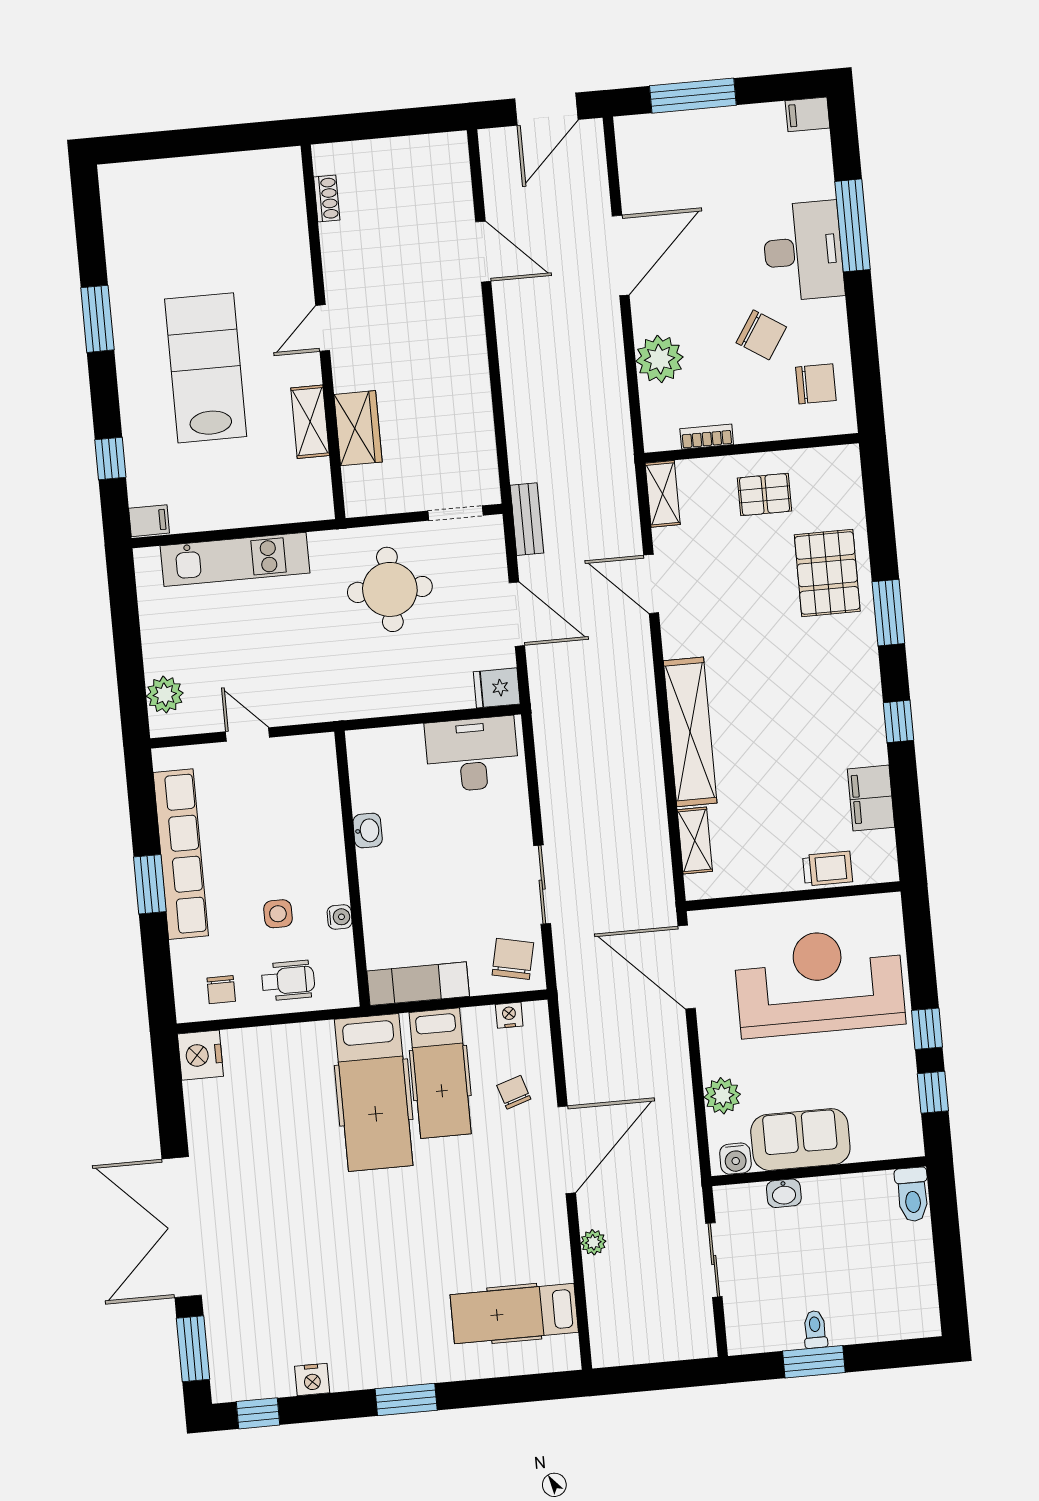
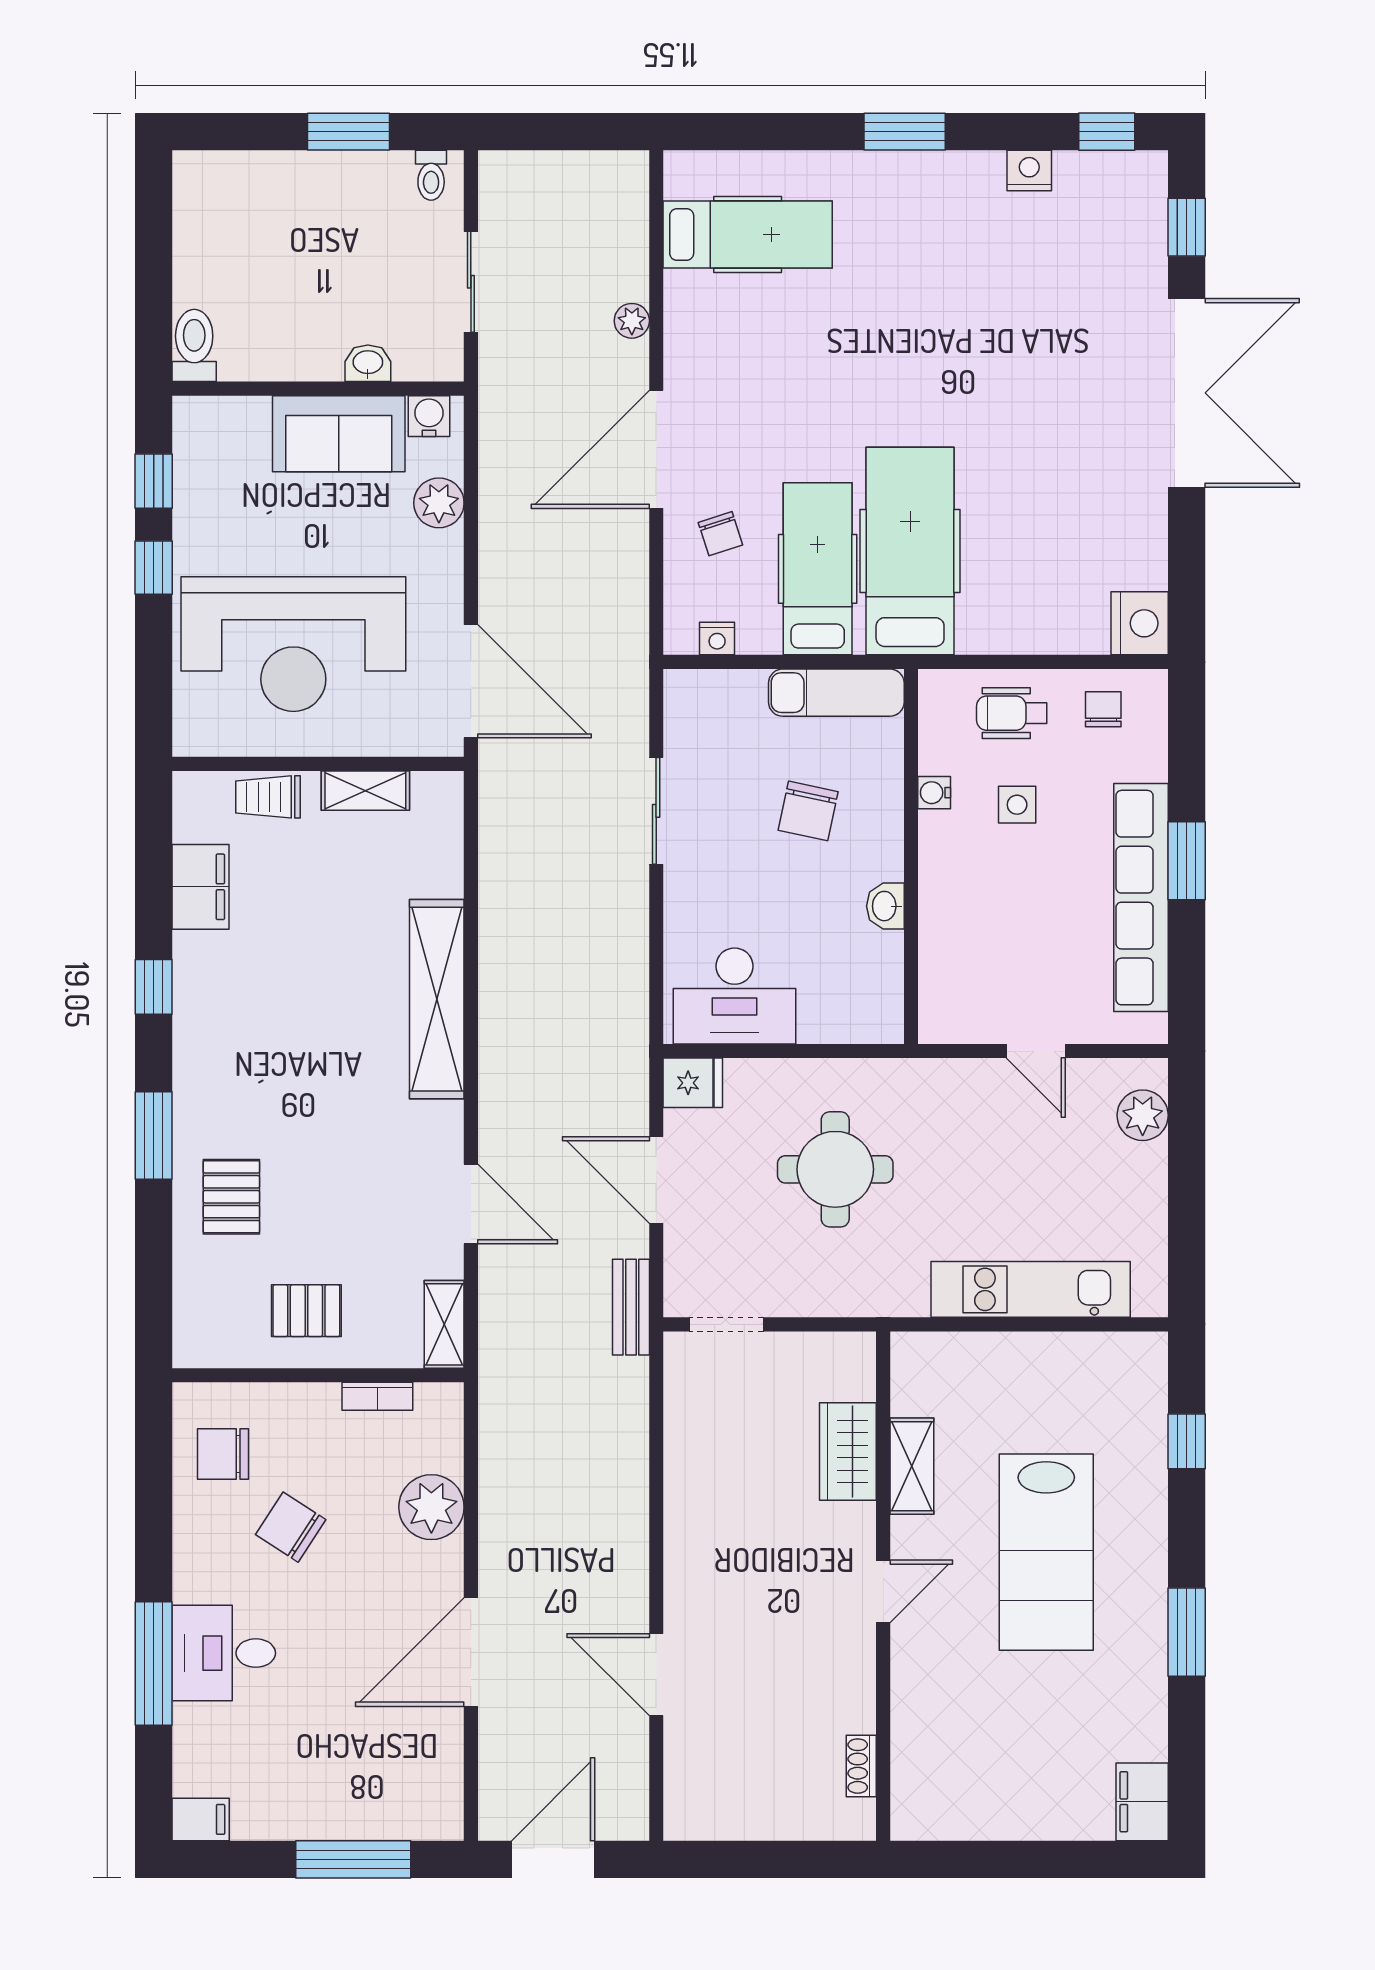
desk: (803, 251) -> (224, 1653), width x0.73
filing cabinet: (149, 521) -> (1142, 1802), moved, width x2.00
pallet: (827, 573) -> (231, 1197), width x0.67, depth x0.71
round table: (390, 589) -> (835, 1169), moved
shelving: (695, 840) -> (365, 791), moved, turned 90
chair: (513, 959) -> (808, 811), moved
toilet: (815, 1329) -> (431, 175), moved
window: (193, 1349) -> (1187, 227), width x0.67

